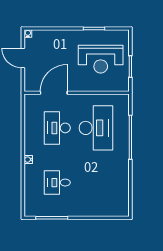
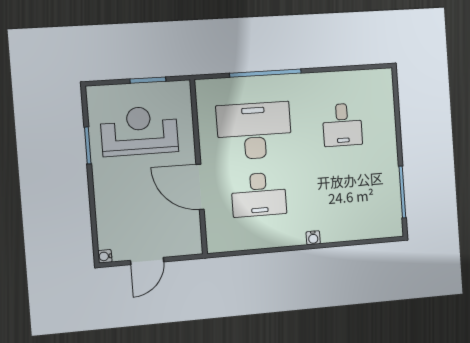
reception desk: (101, 59) -> (139, 131), turned -90
door: (54, 93) -> (200, 187), moved
desk: (57, 183) -> (342, 125), moved

